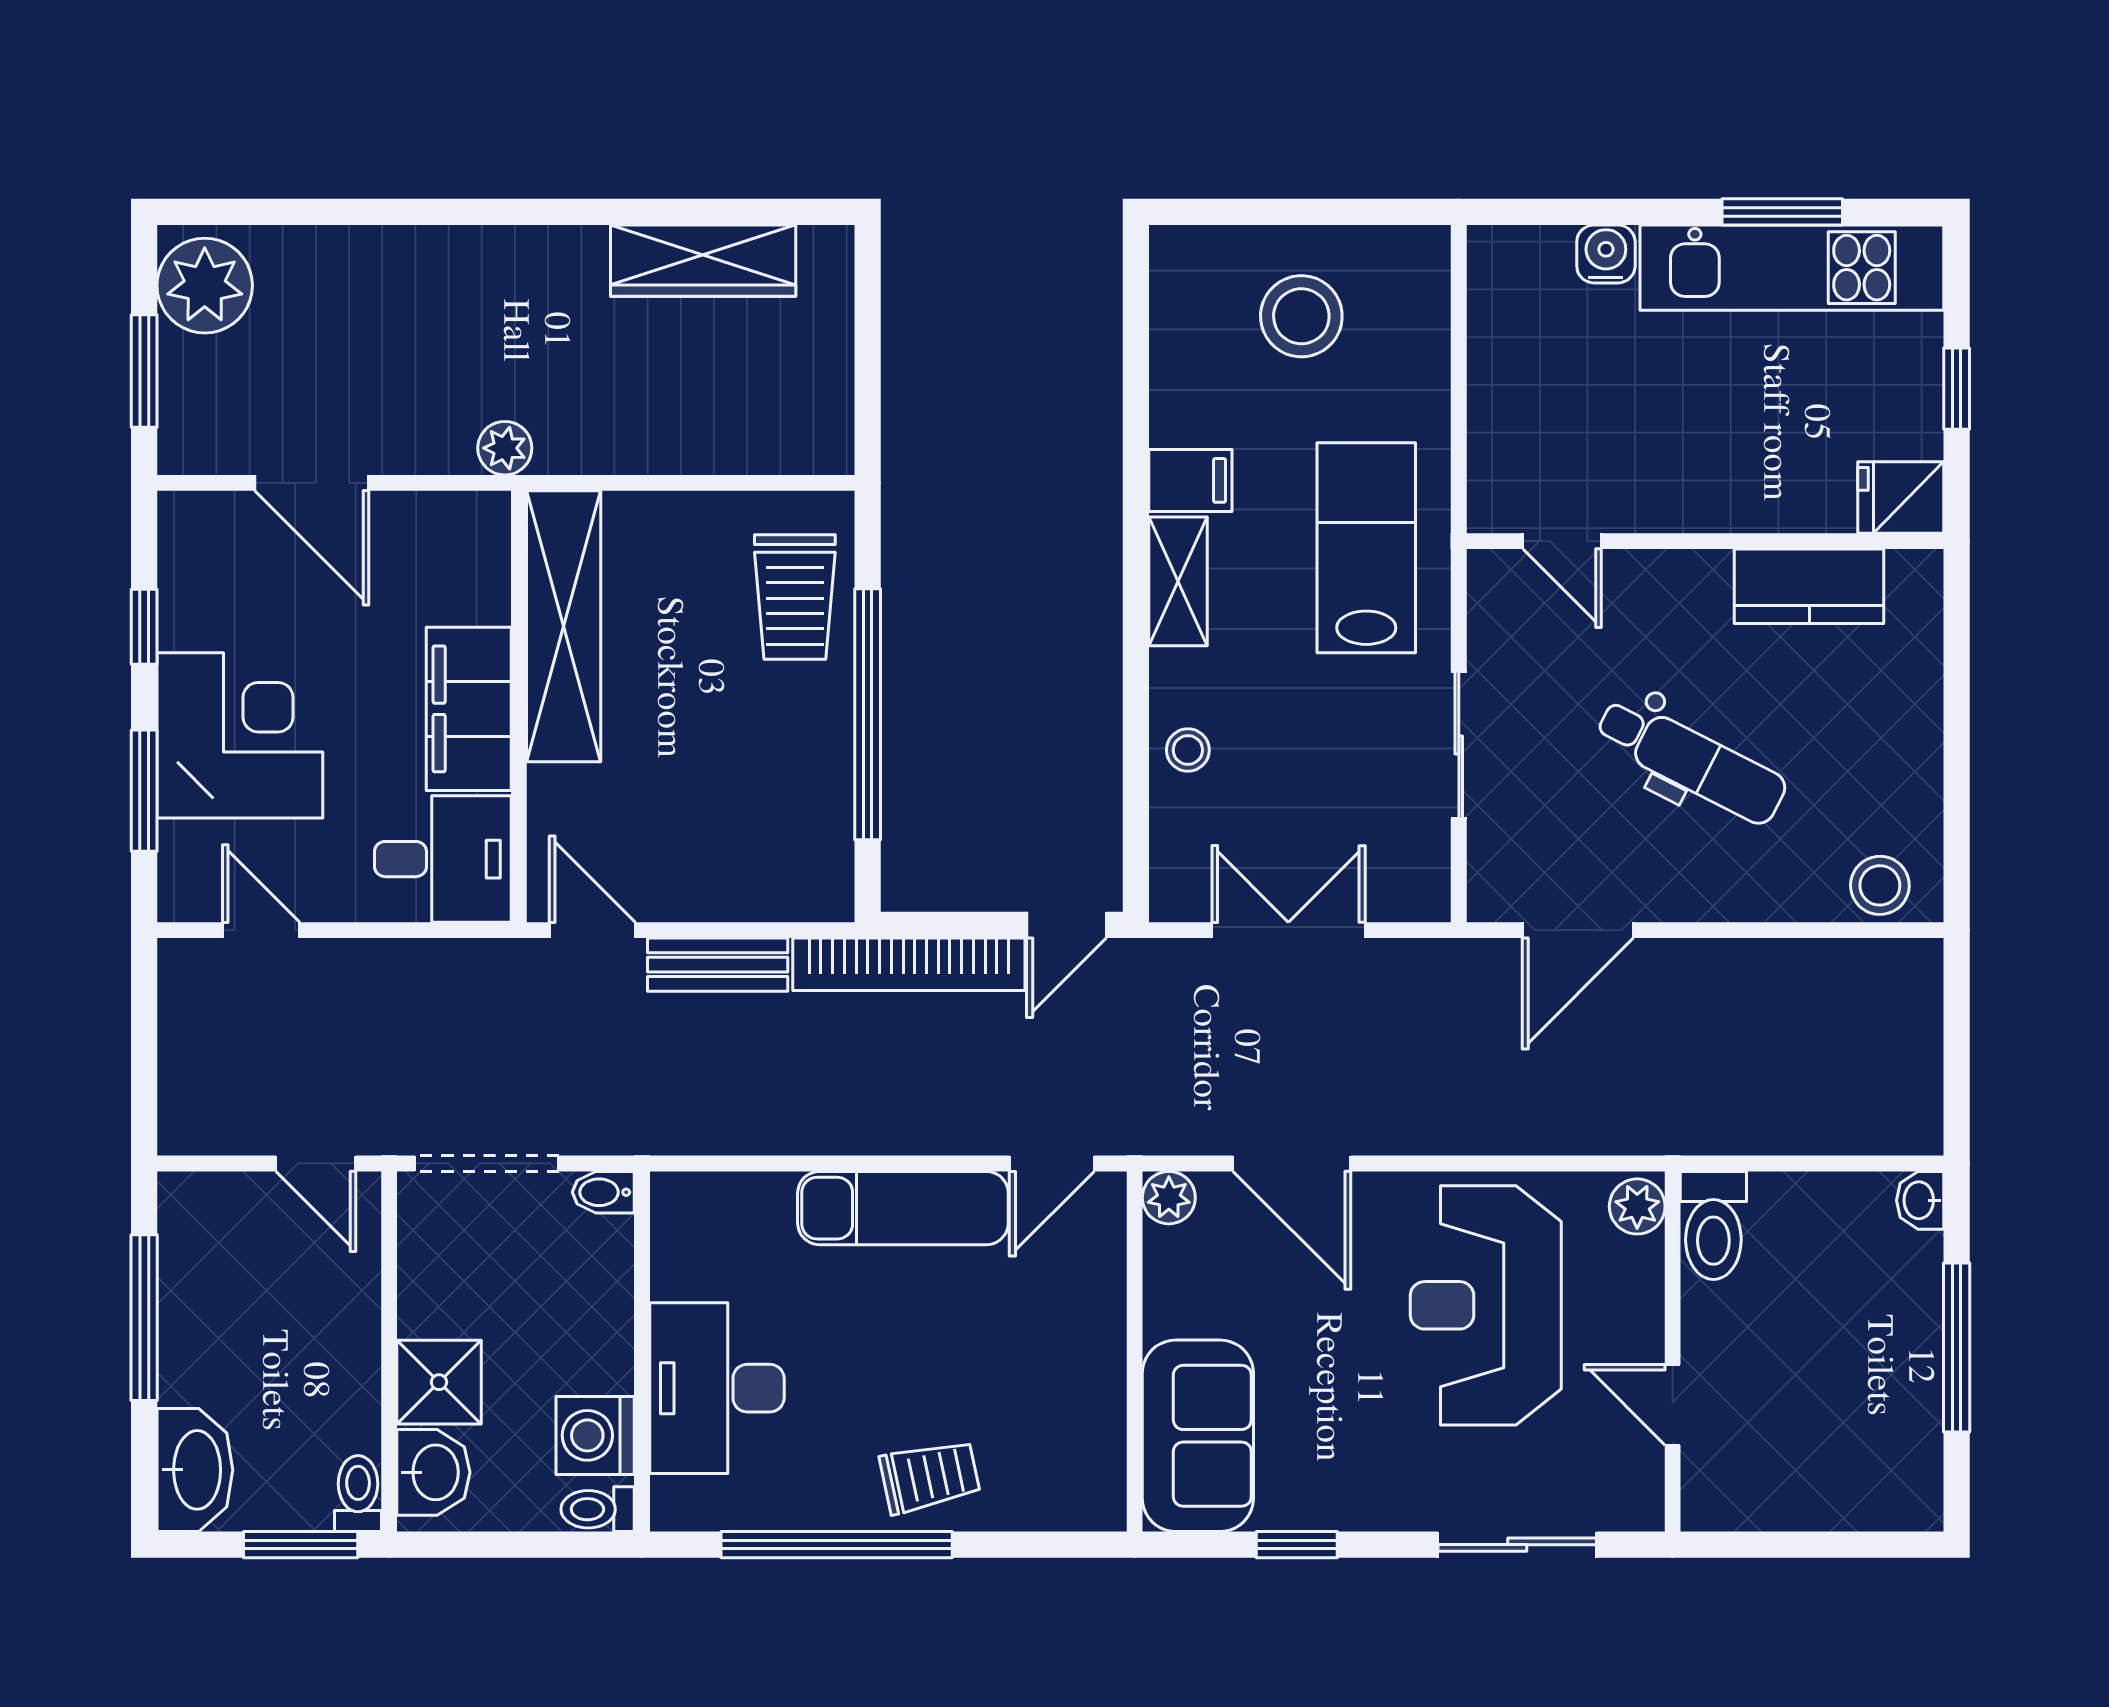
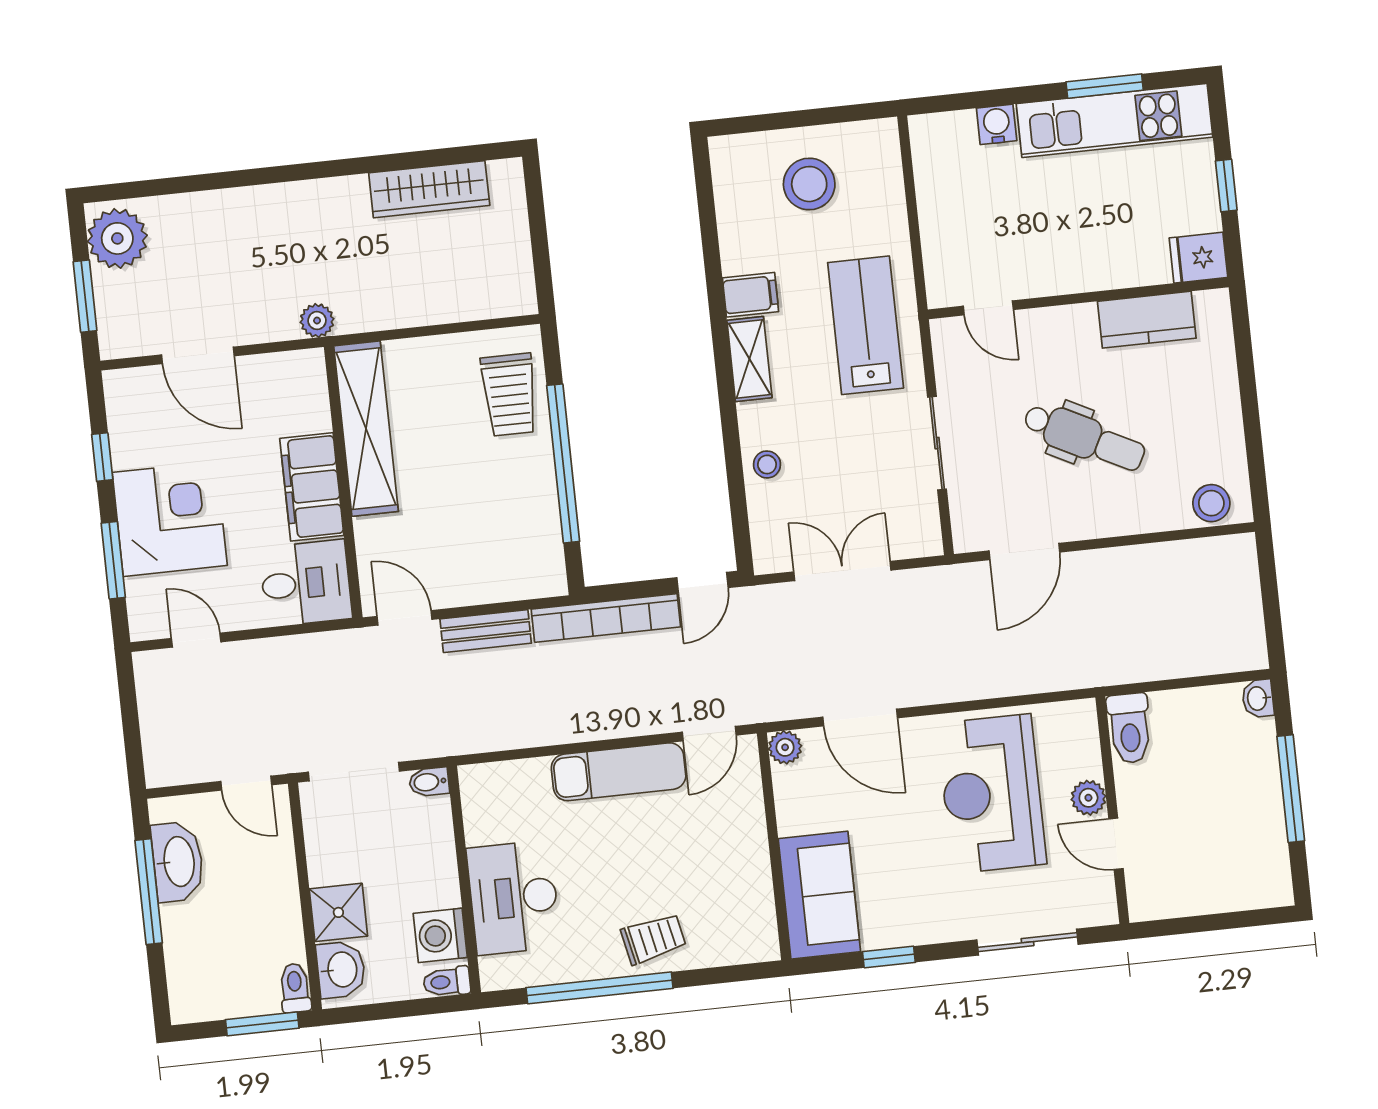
plant: (1637, 1206) -> (1088, 798), moved
washbasin: (195, 1470) -> (178, 862), moved

